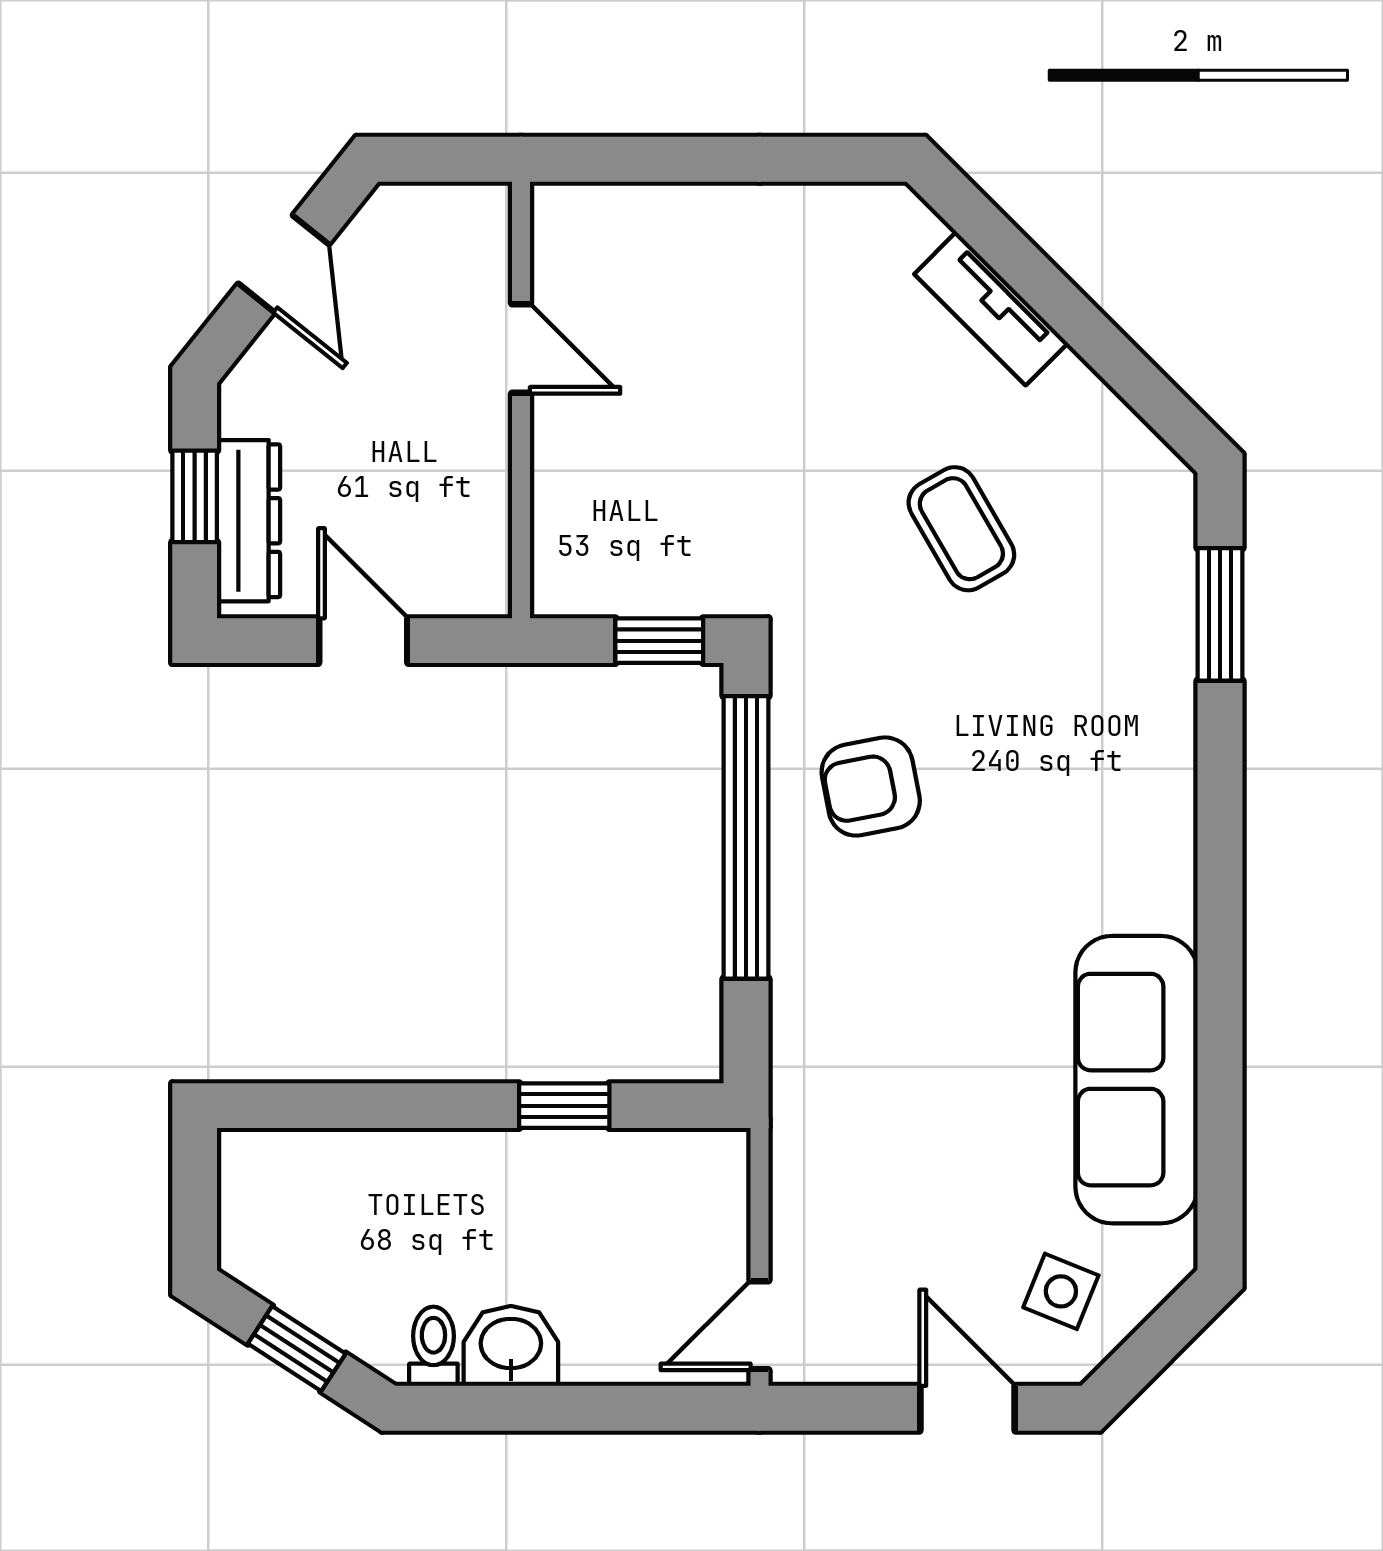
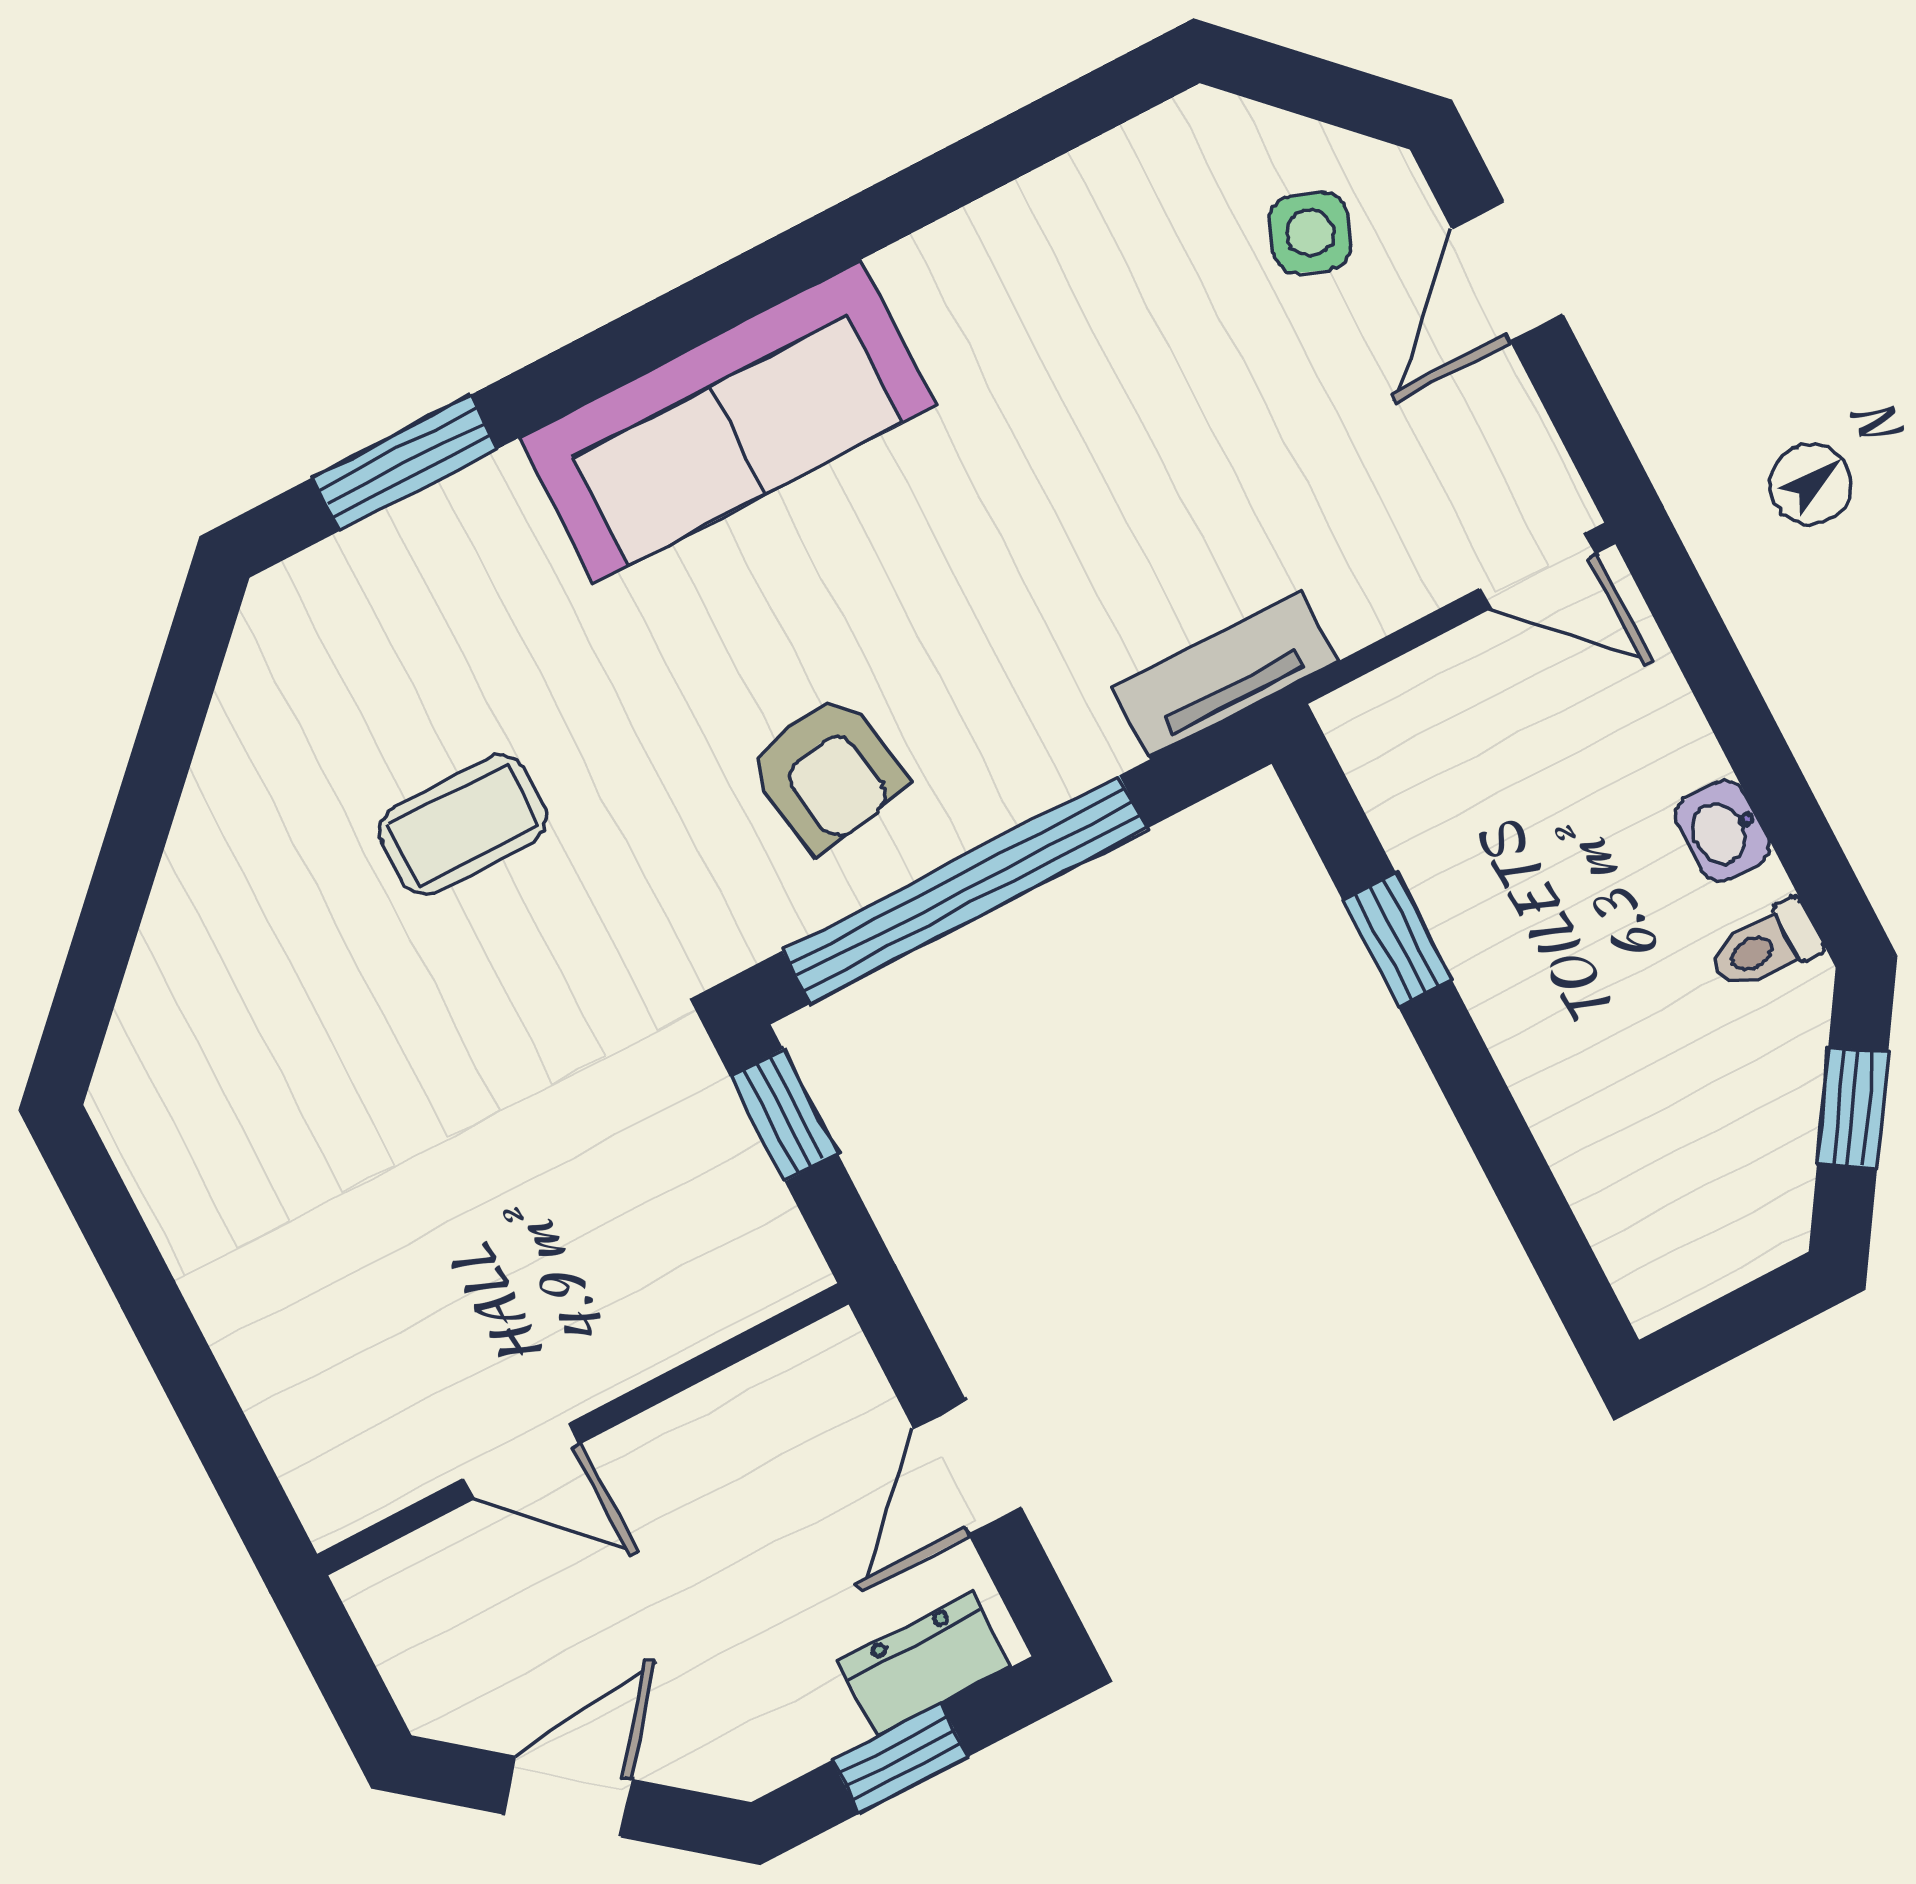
tv unit: (991, 309) -> (1225, 674), moved, turned -135
door: (521, 349) -> (522, 1461), swing flipped
dresser: (249, 521) -> (925, 1664), width x0.70
coffee table: (961, 529) -> (463, 824), turned 30
sofa: (1137, 1080) -> (728, 421), moved
washbasin: (511, 1346) -> (1723, 831), width x0.72, depth x0.69

